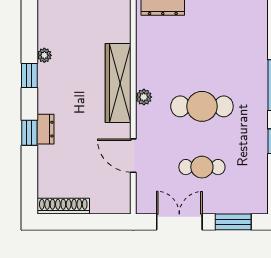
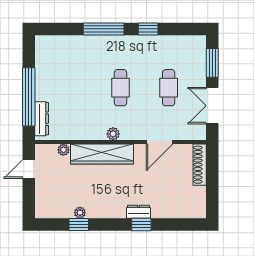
plant: (124, 34) -> (63, 150), added
window: (29, 75) -> (79, 225), moved
cafe table: (202, 106) -> (120, 88), width x0.73, depth x0.74
shoe rack: (63, 206) -> (200, 165), moved

